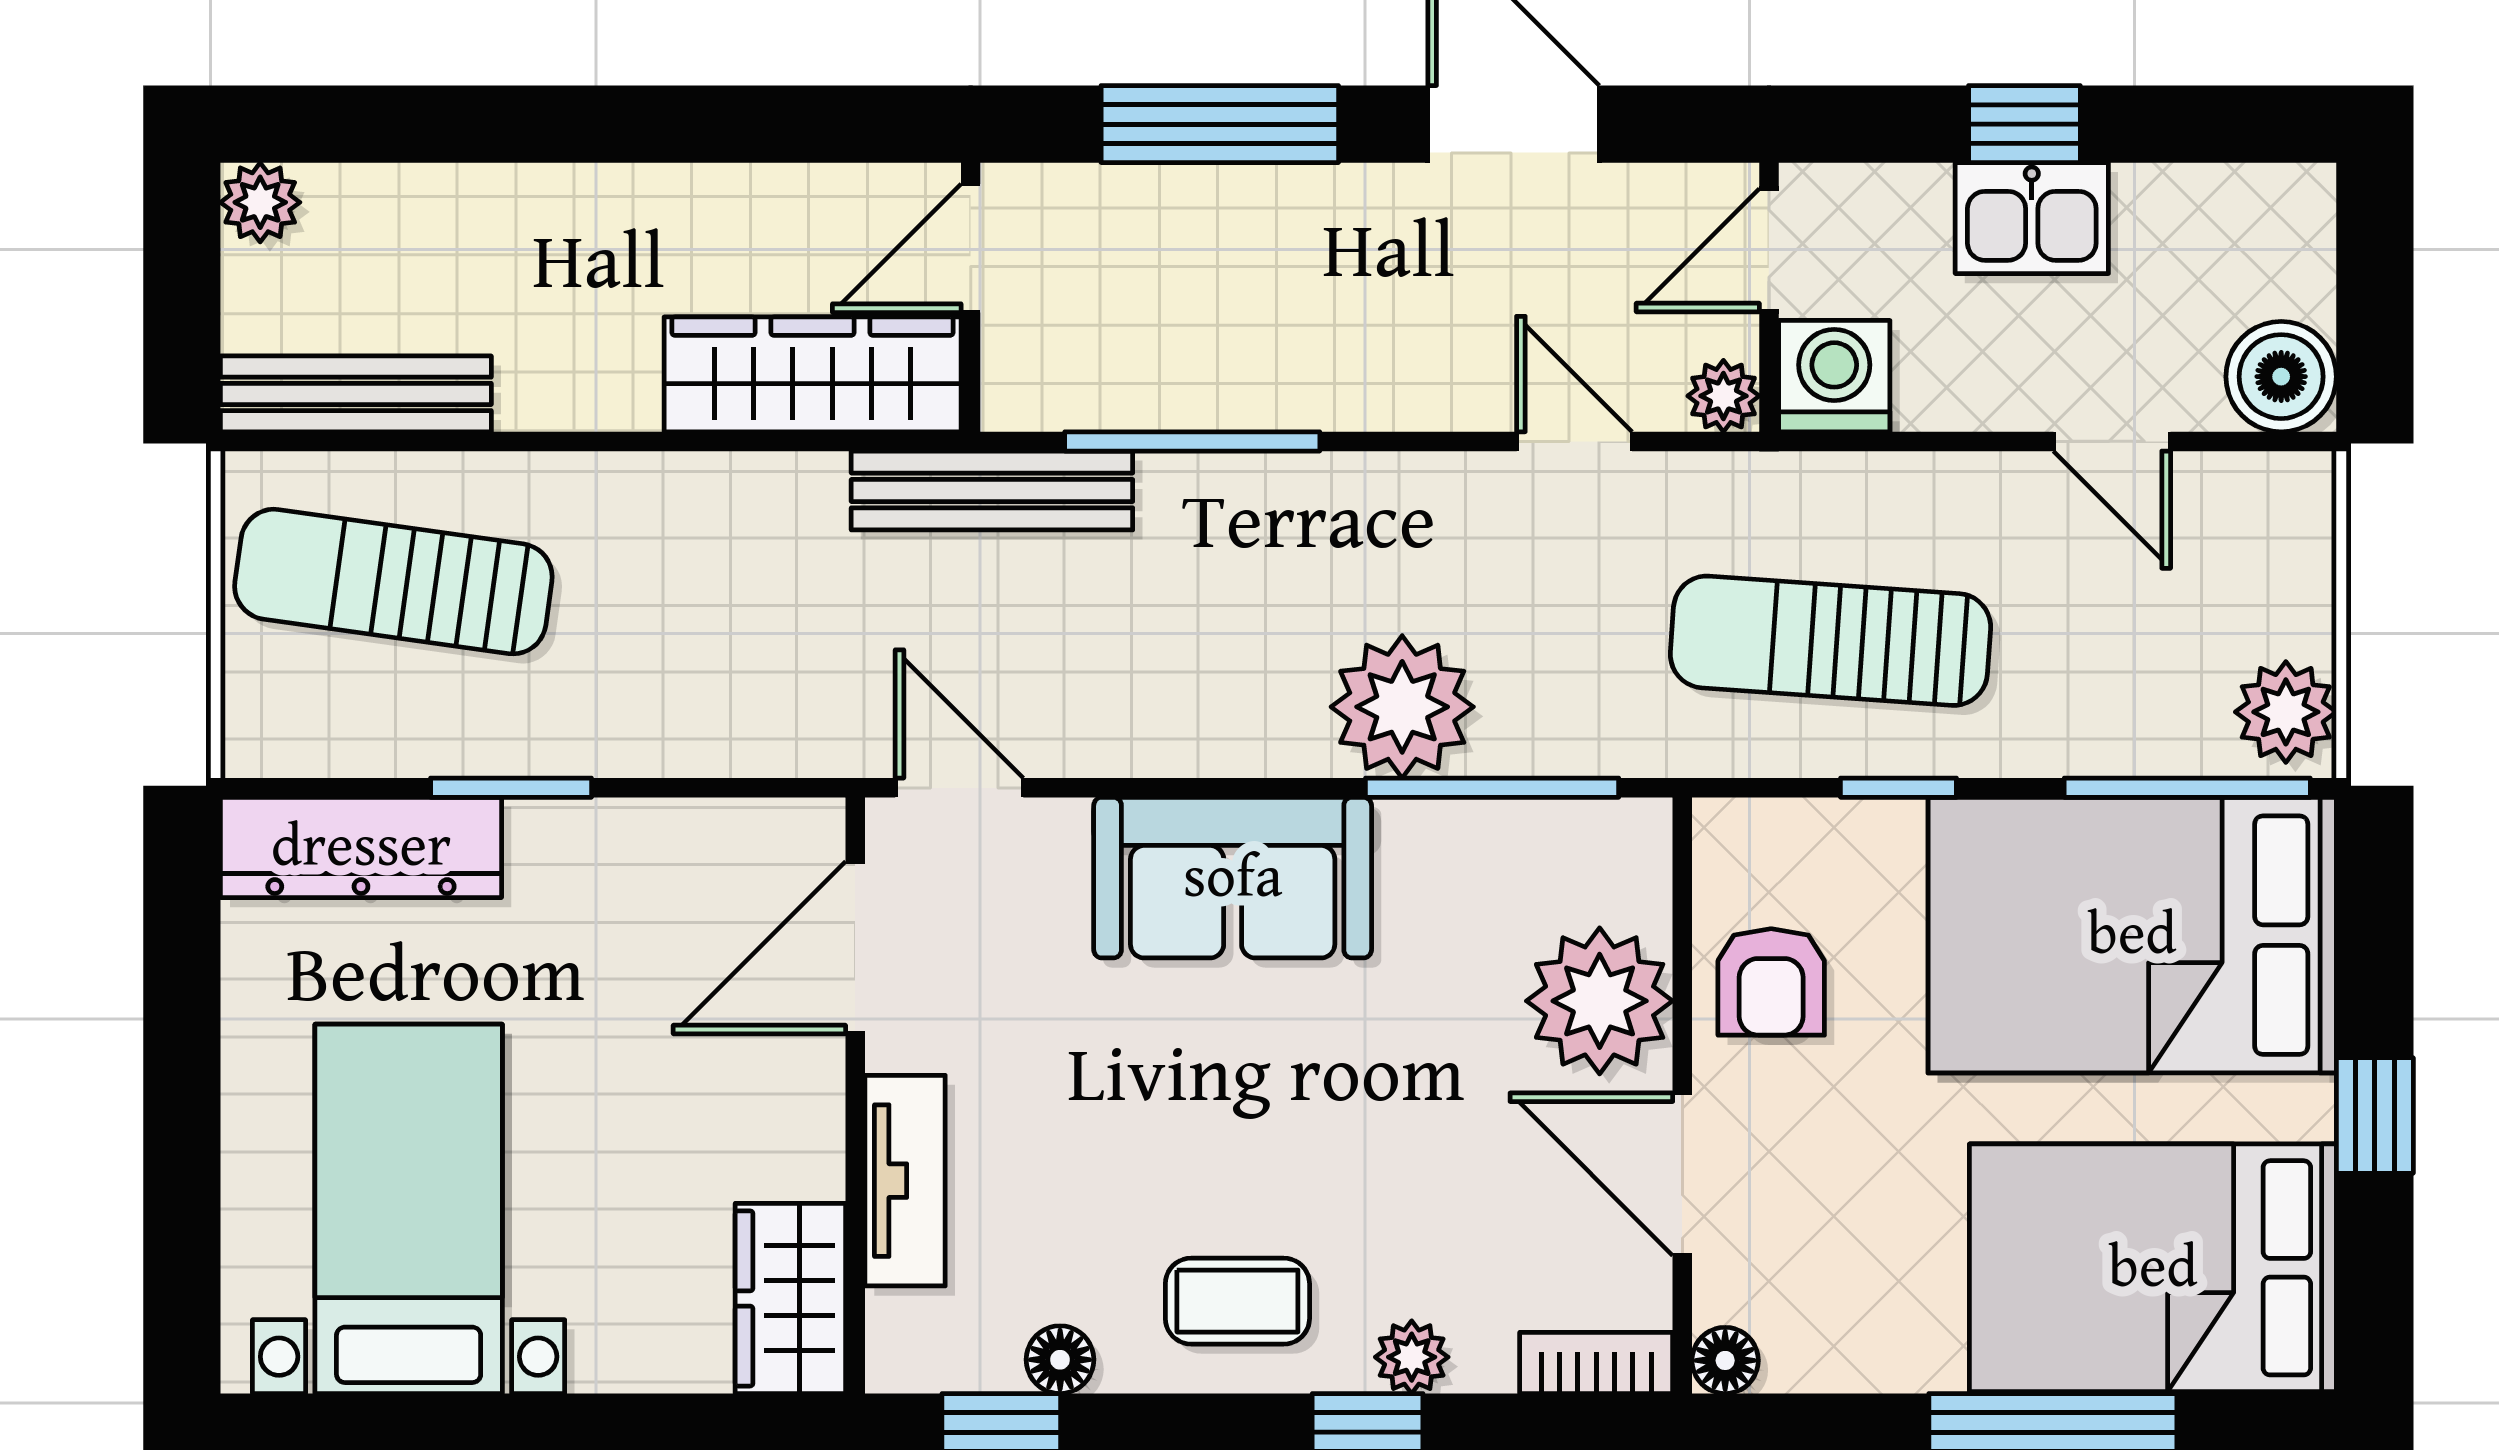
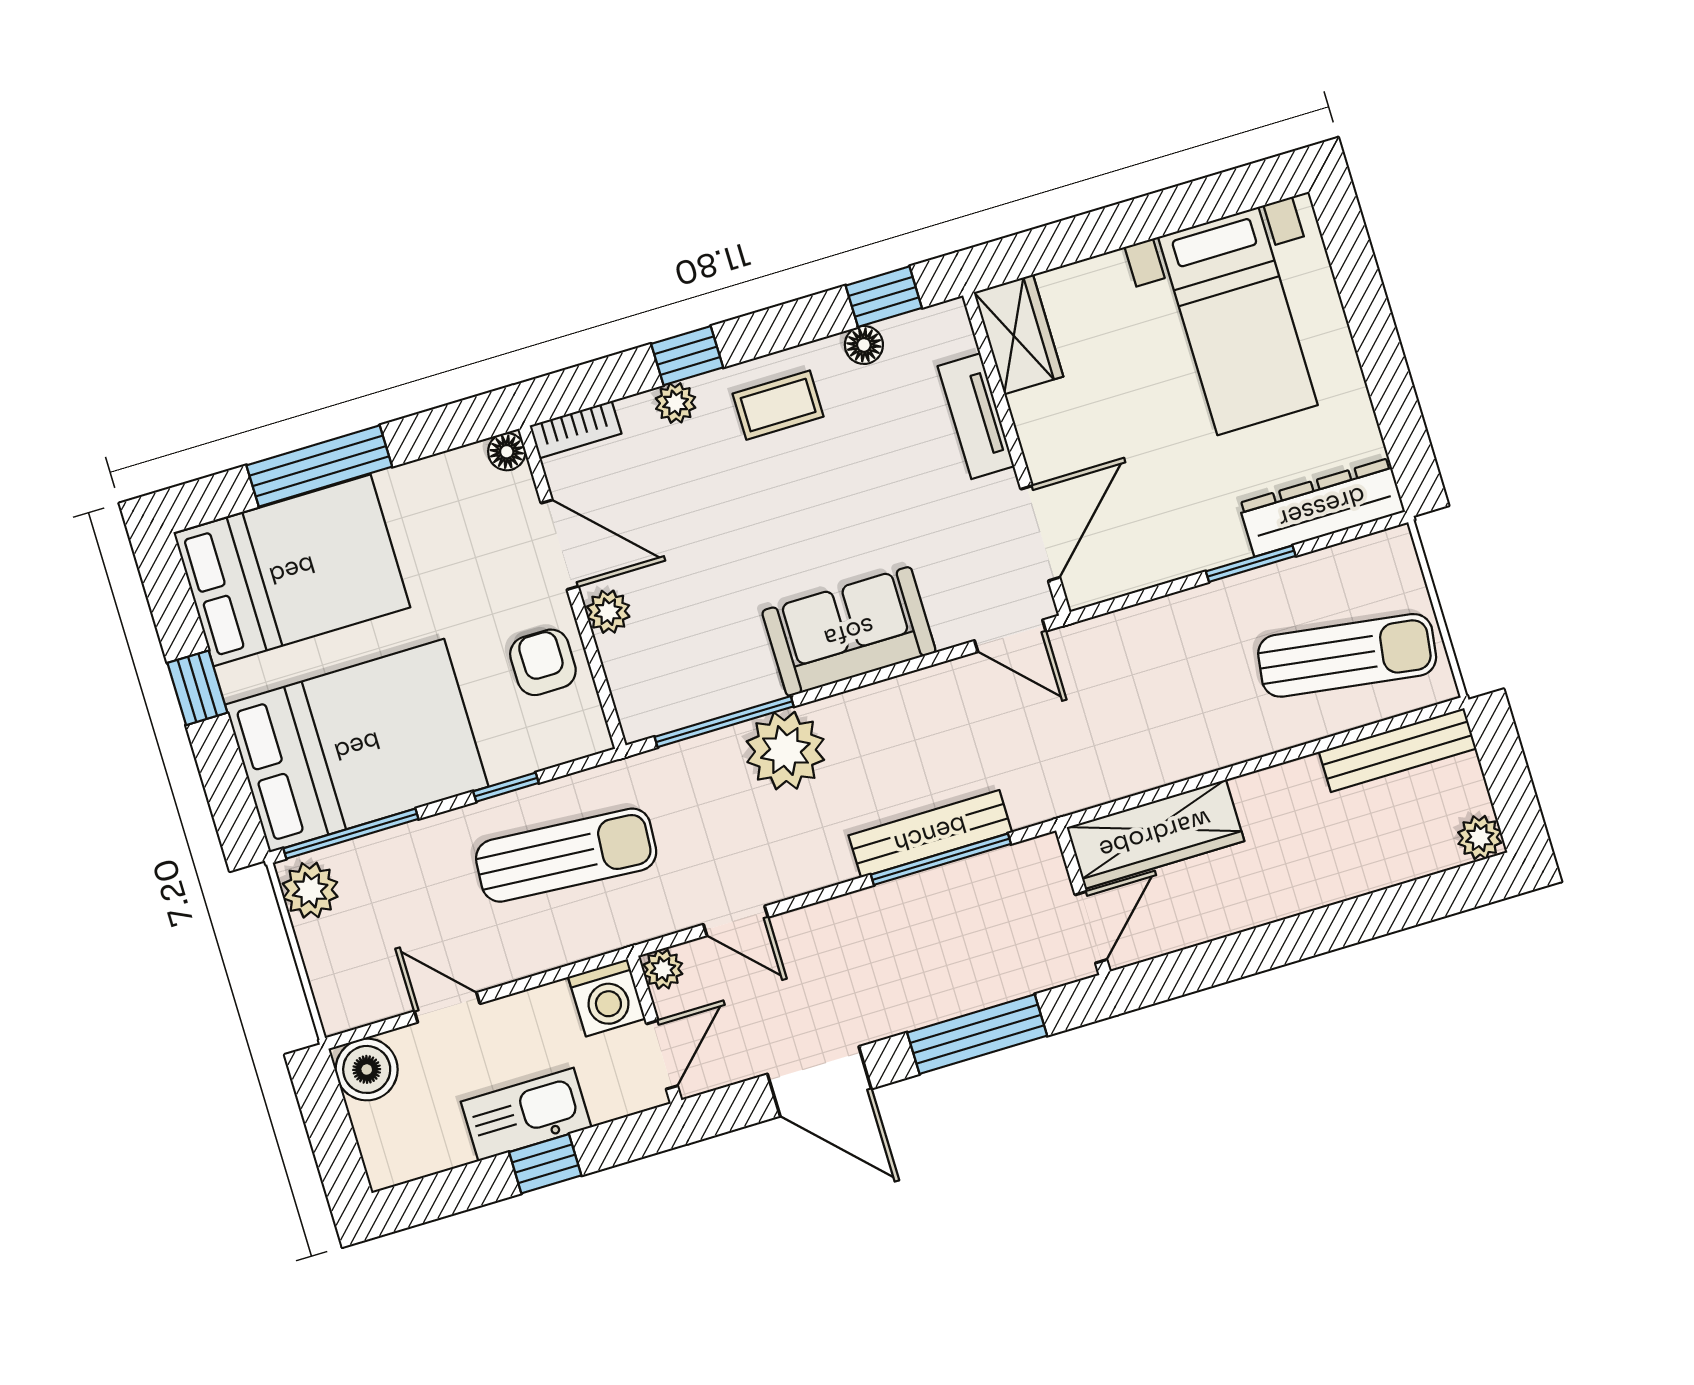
kitchen sink: (2032, 218) -> (526, 1114), width x1.38
bench: (992, 490) -> (930, 834), moved
plant: (1600, 1001) -> (608, 612), width x0.53, depth x0.53

